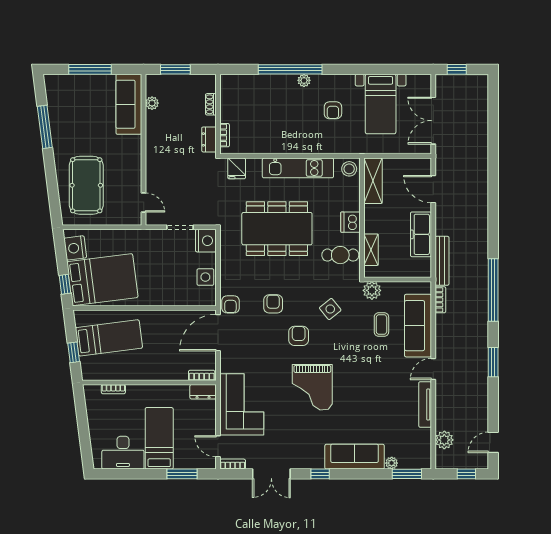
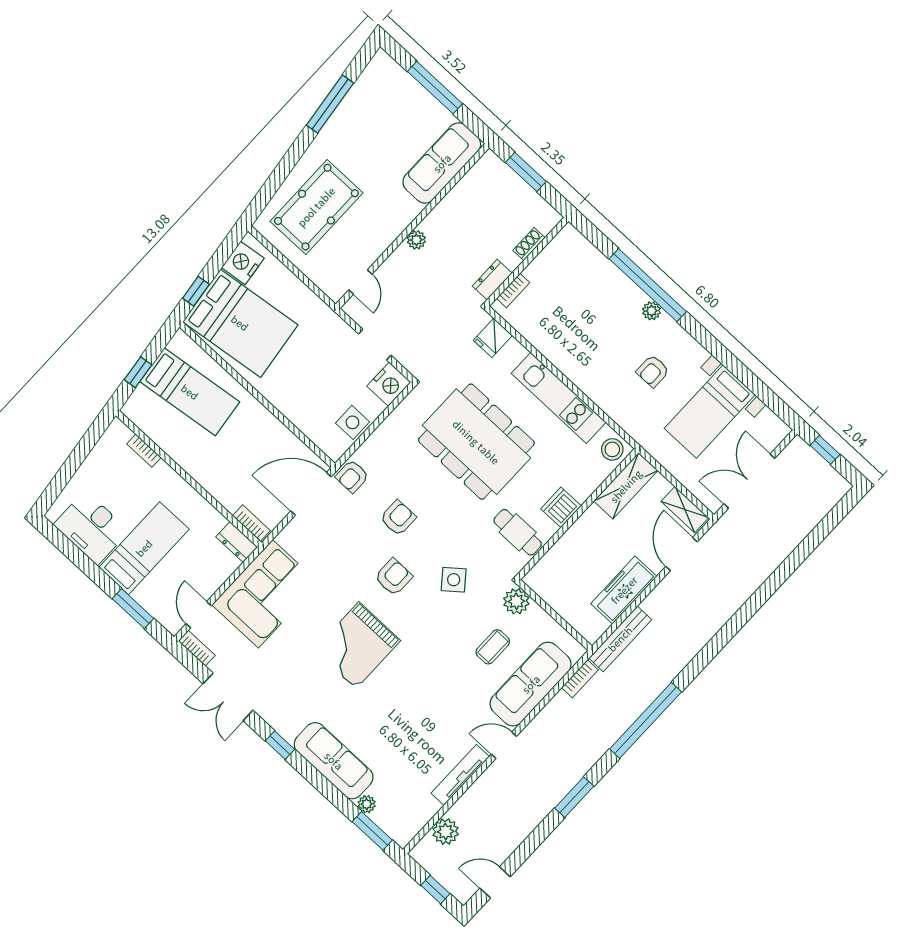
plant: (152, 103) -> (416, 240), moved
shelving: (371, 250) -> (685, 510), moved, turned 90

